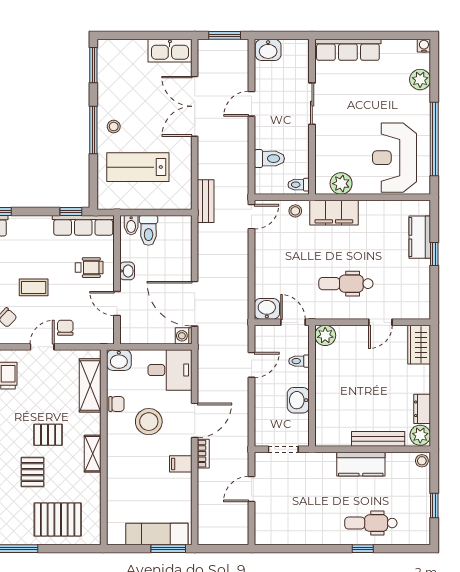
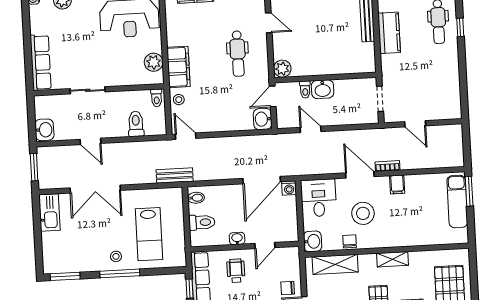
bidet: (131, 225) -> (196, 198), moved
washbasin: (298, 400) -> (323, 89), moved

